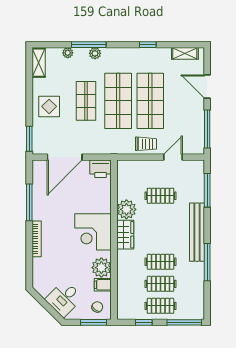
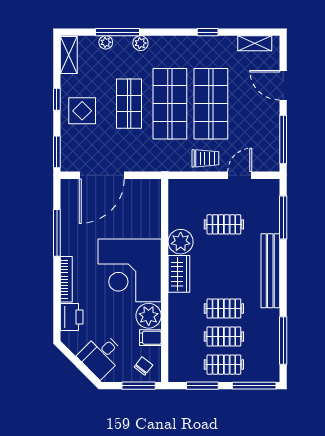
window: (89, 45) -> (117, 32), moved
window: (29, 97) -> (57, 99), added
printer: (101, 169) -> (72, 317), moved, turned -90
corner desk: (93, 232) -> (130, 270), width x1.36, depth x1.36
window: (207, 262) -> (283, 340), moved
window: (144, 322) -> (202, 386), width x1.50

